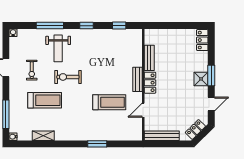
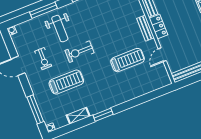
window: (97, 144) -> (103, 115), moved

